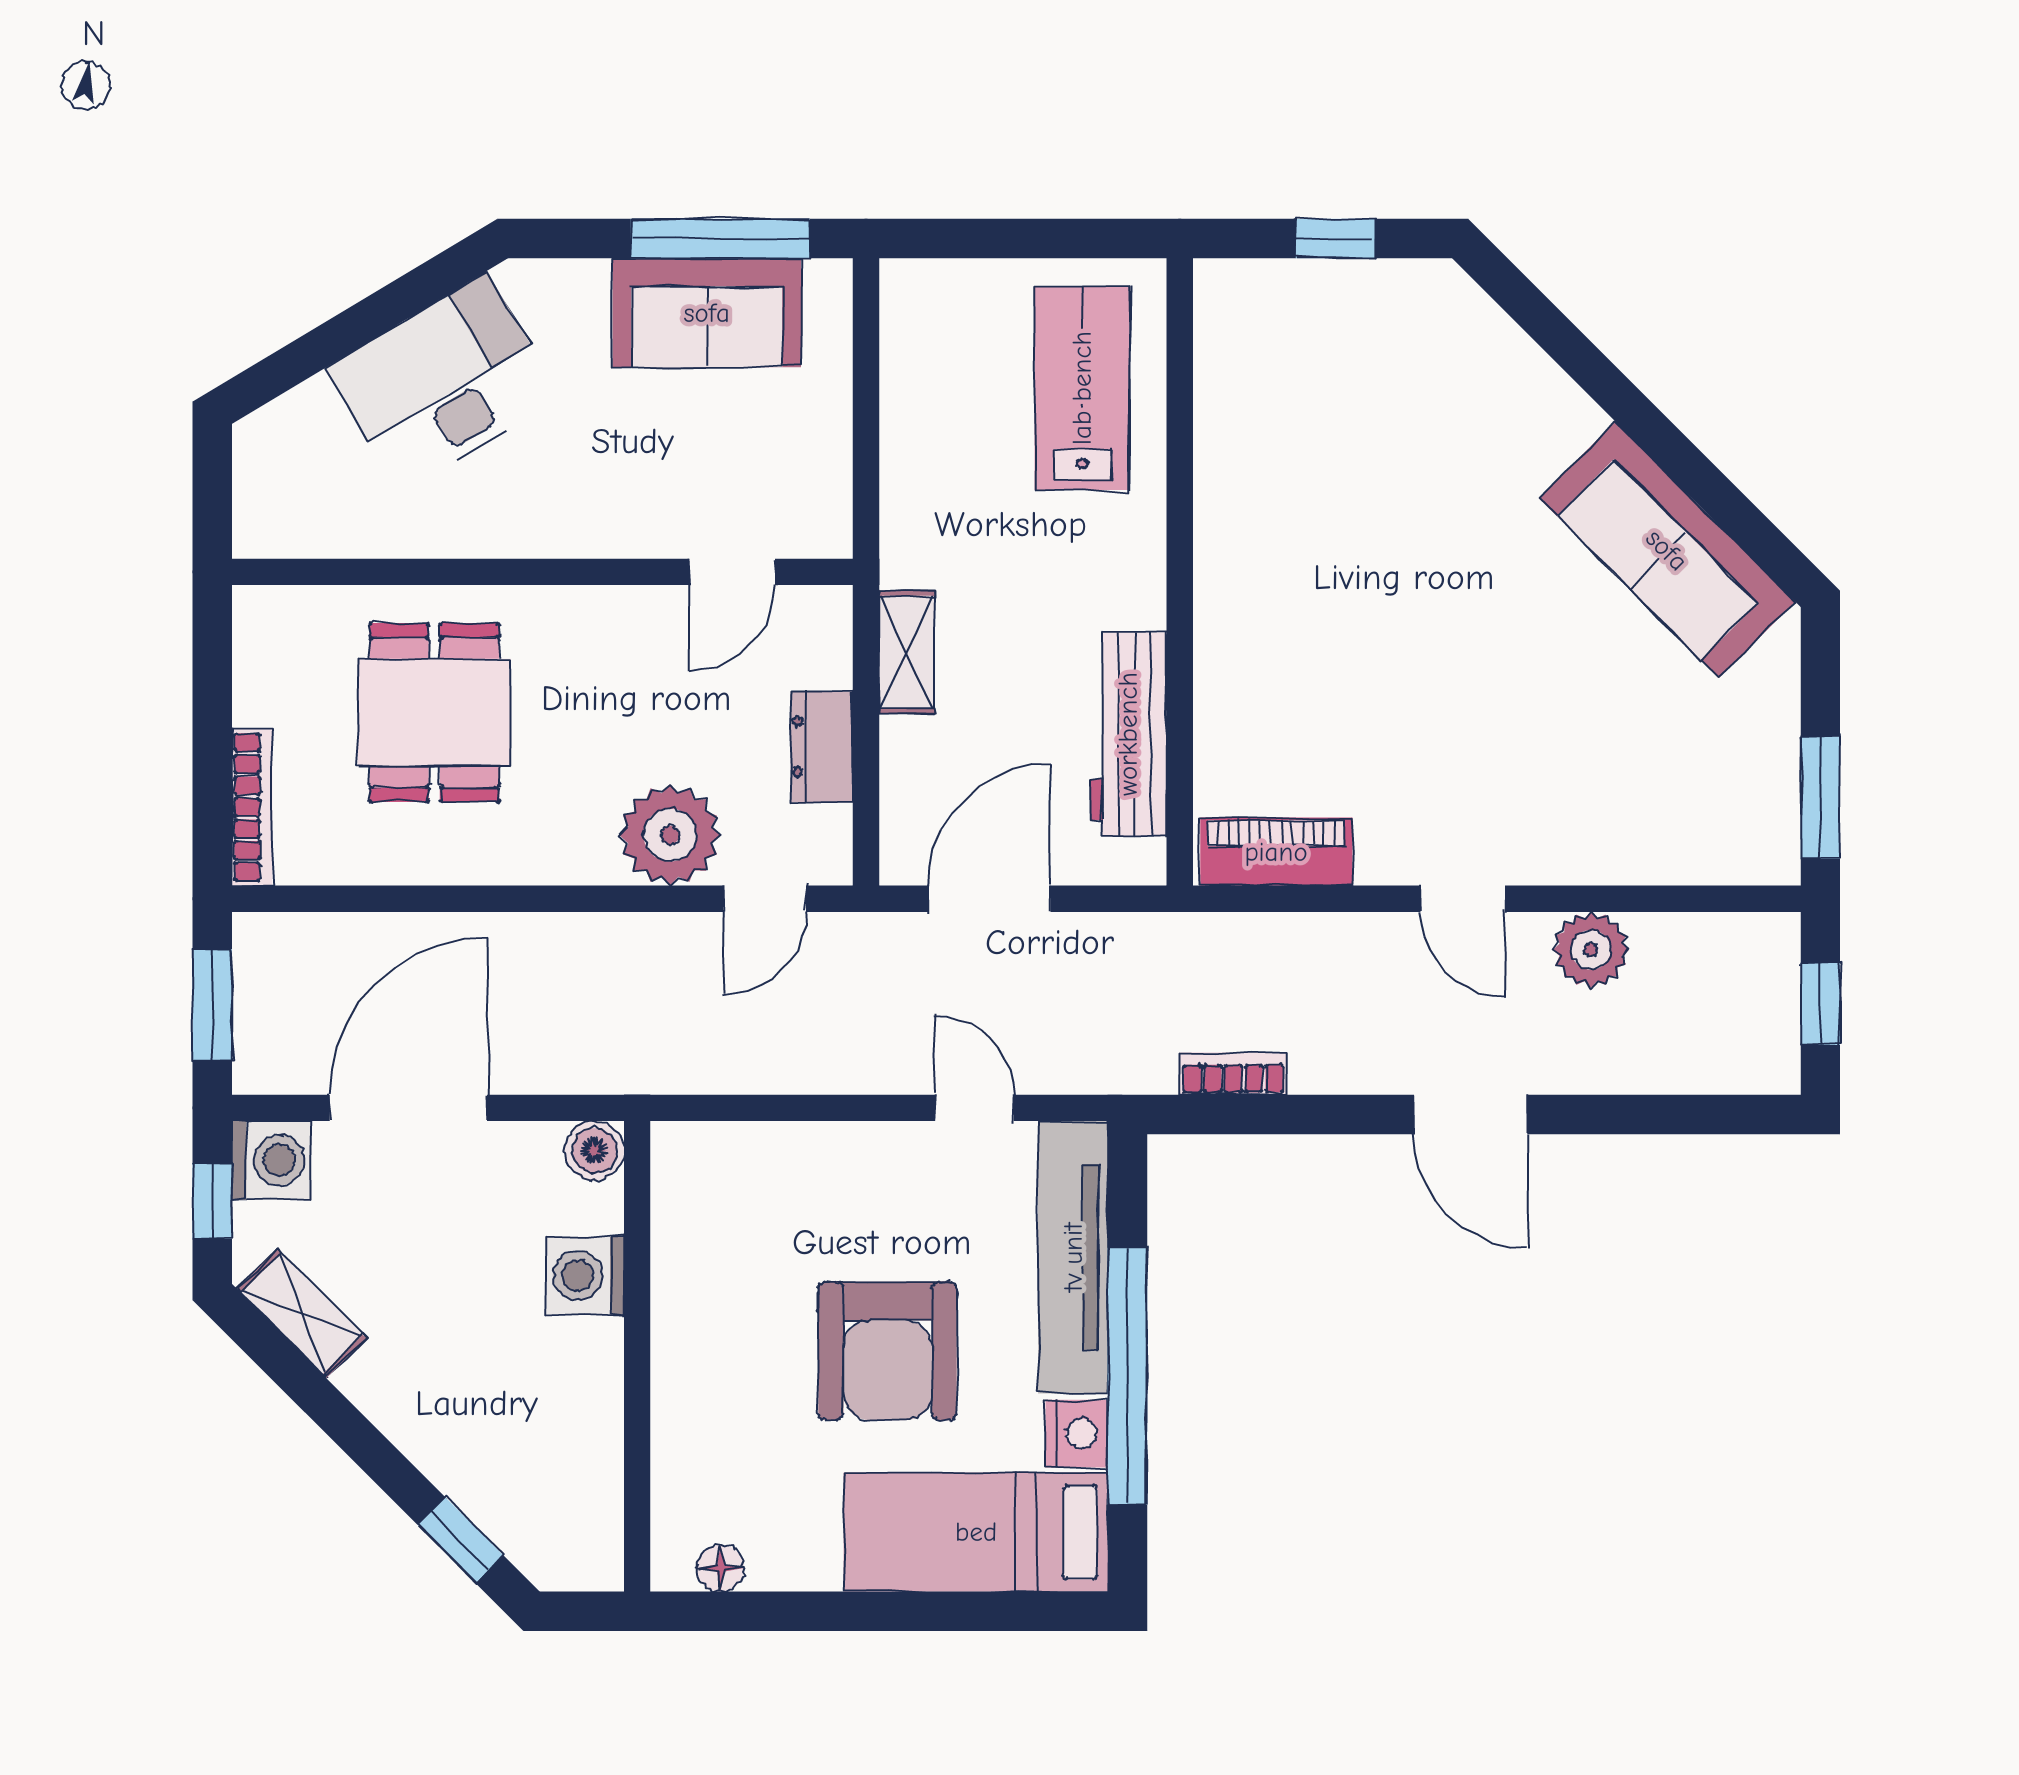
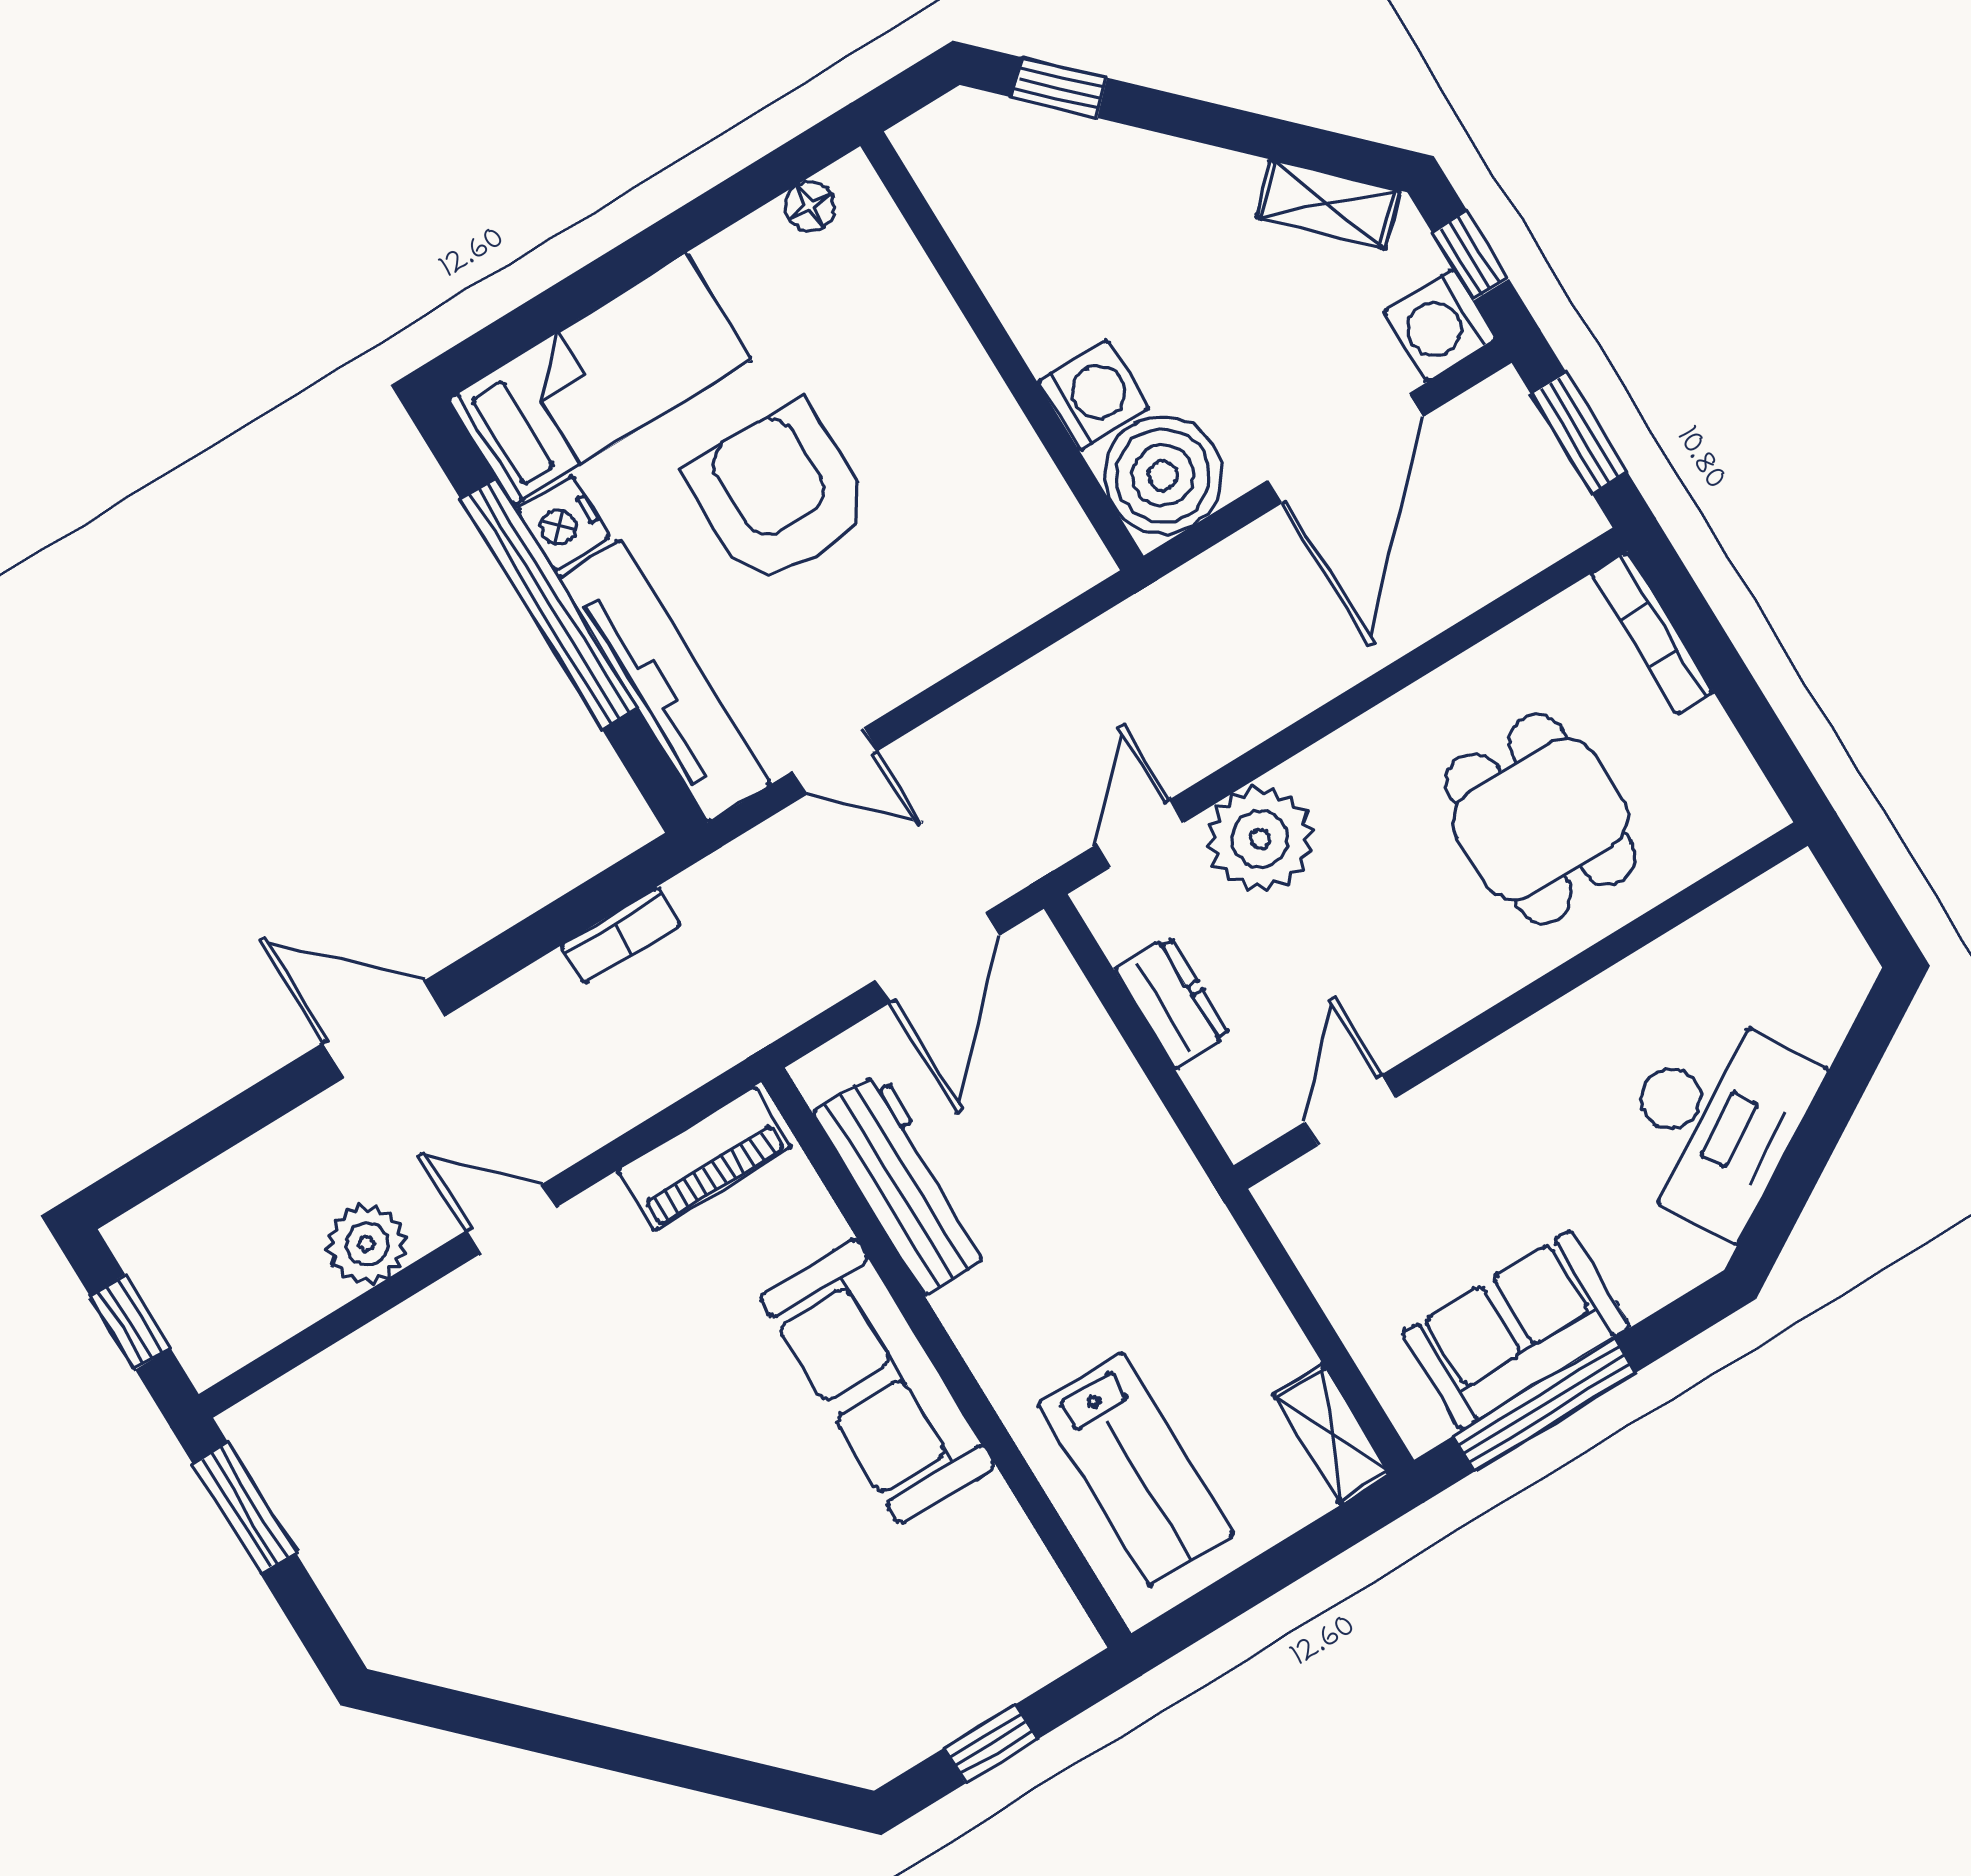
sofa: (1667, 550) -> (878, 1381), moved, turned -135
shelving: (907, 652) -> (1332, 1434), moved
boiler: (594, 1151) -> (1163, 475), width x1.86, depth x1.86

